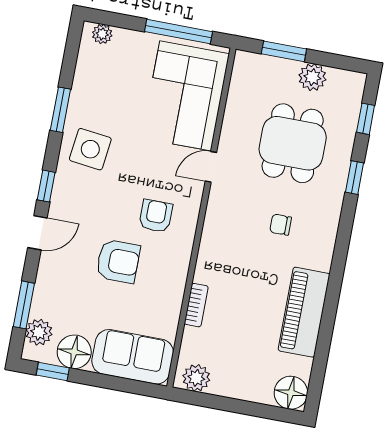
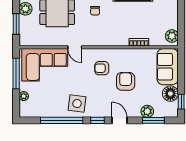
plant: (102, 34) -> (24, 96), moved
window: (60, 110) -> (62, 120), width x2.11
plant: (39, 332) -> (147, 111), moved

